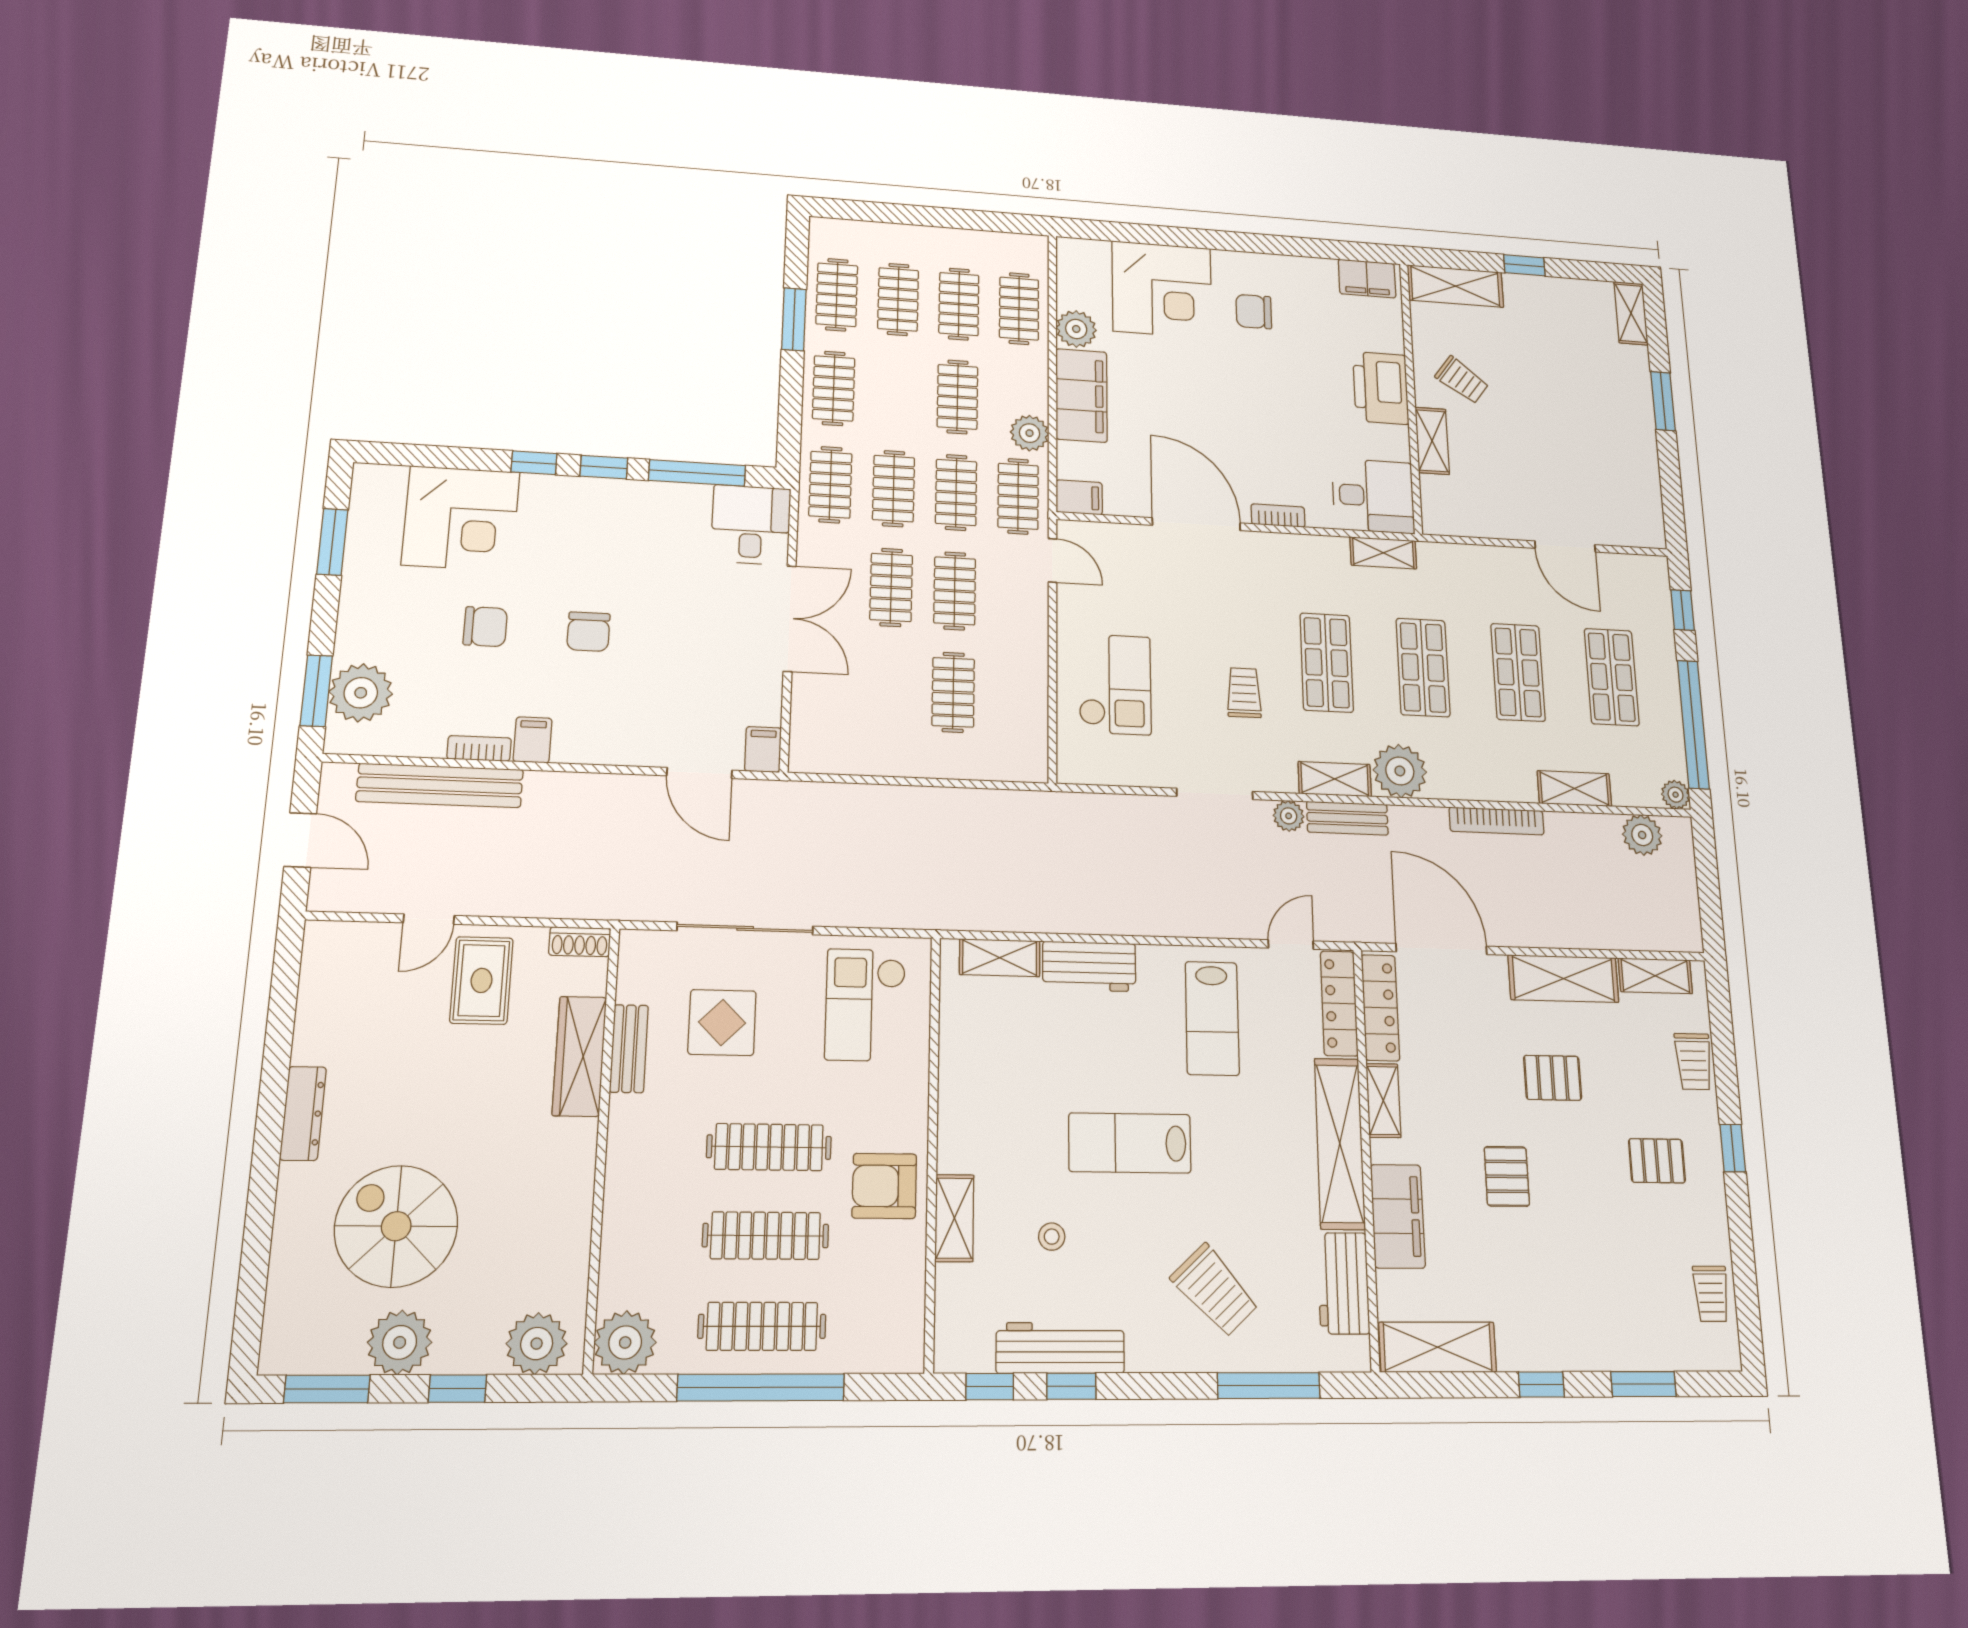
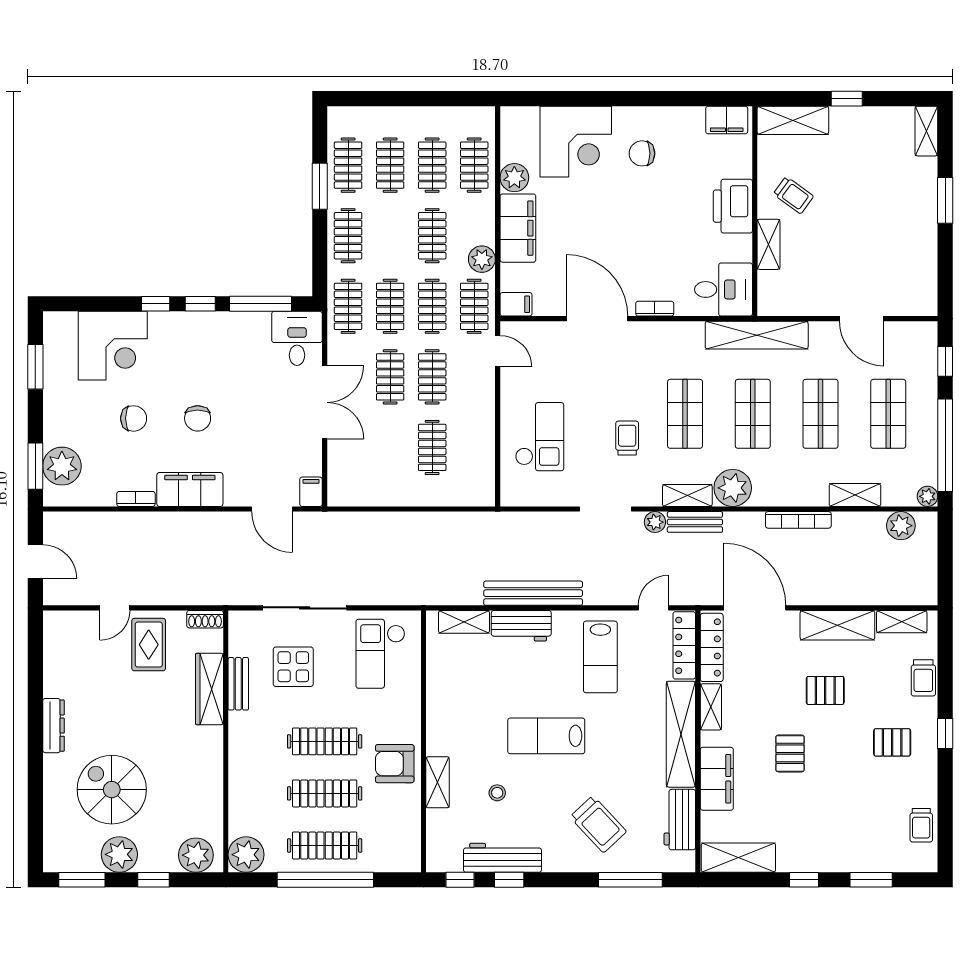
shelving: (1383, 553) -> (757, 335), width x2.20, depth x1.33
filing cabinet: (533, 740) -> (190, 489), width x3.00, depth x1.17
bench: (440, 785) -> (533, 593), moved

